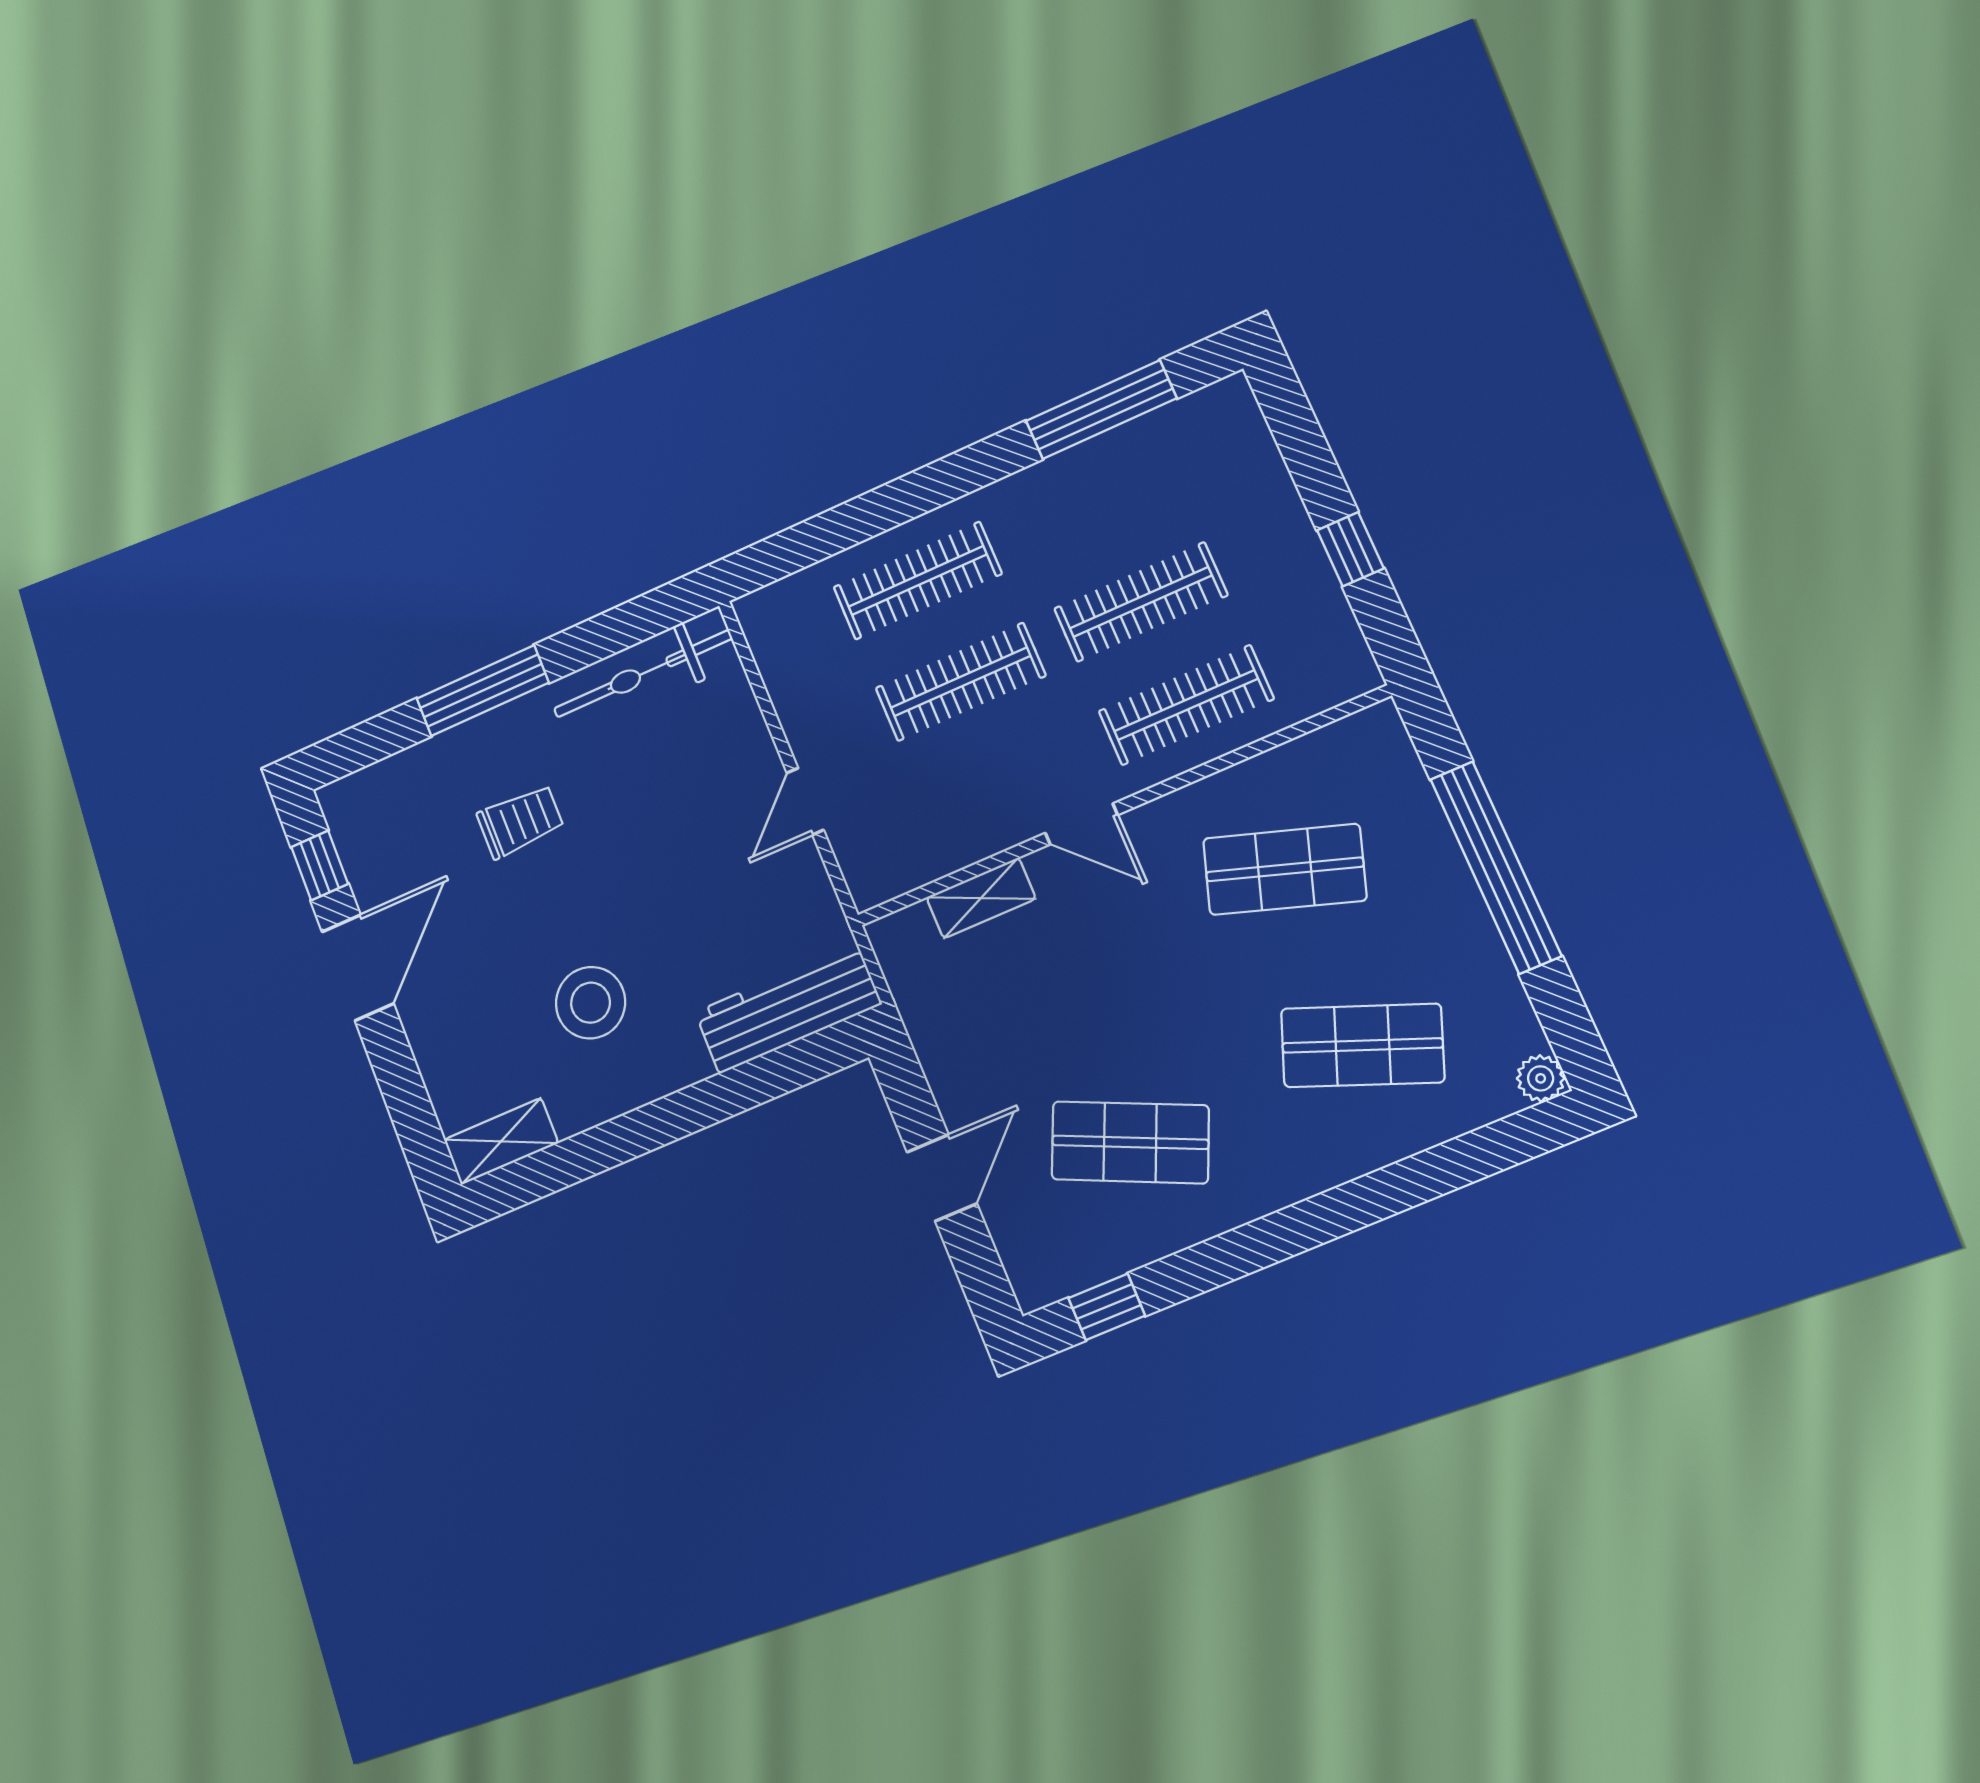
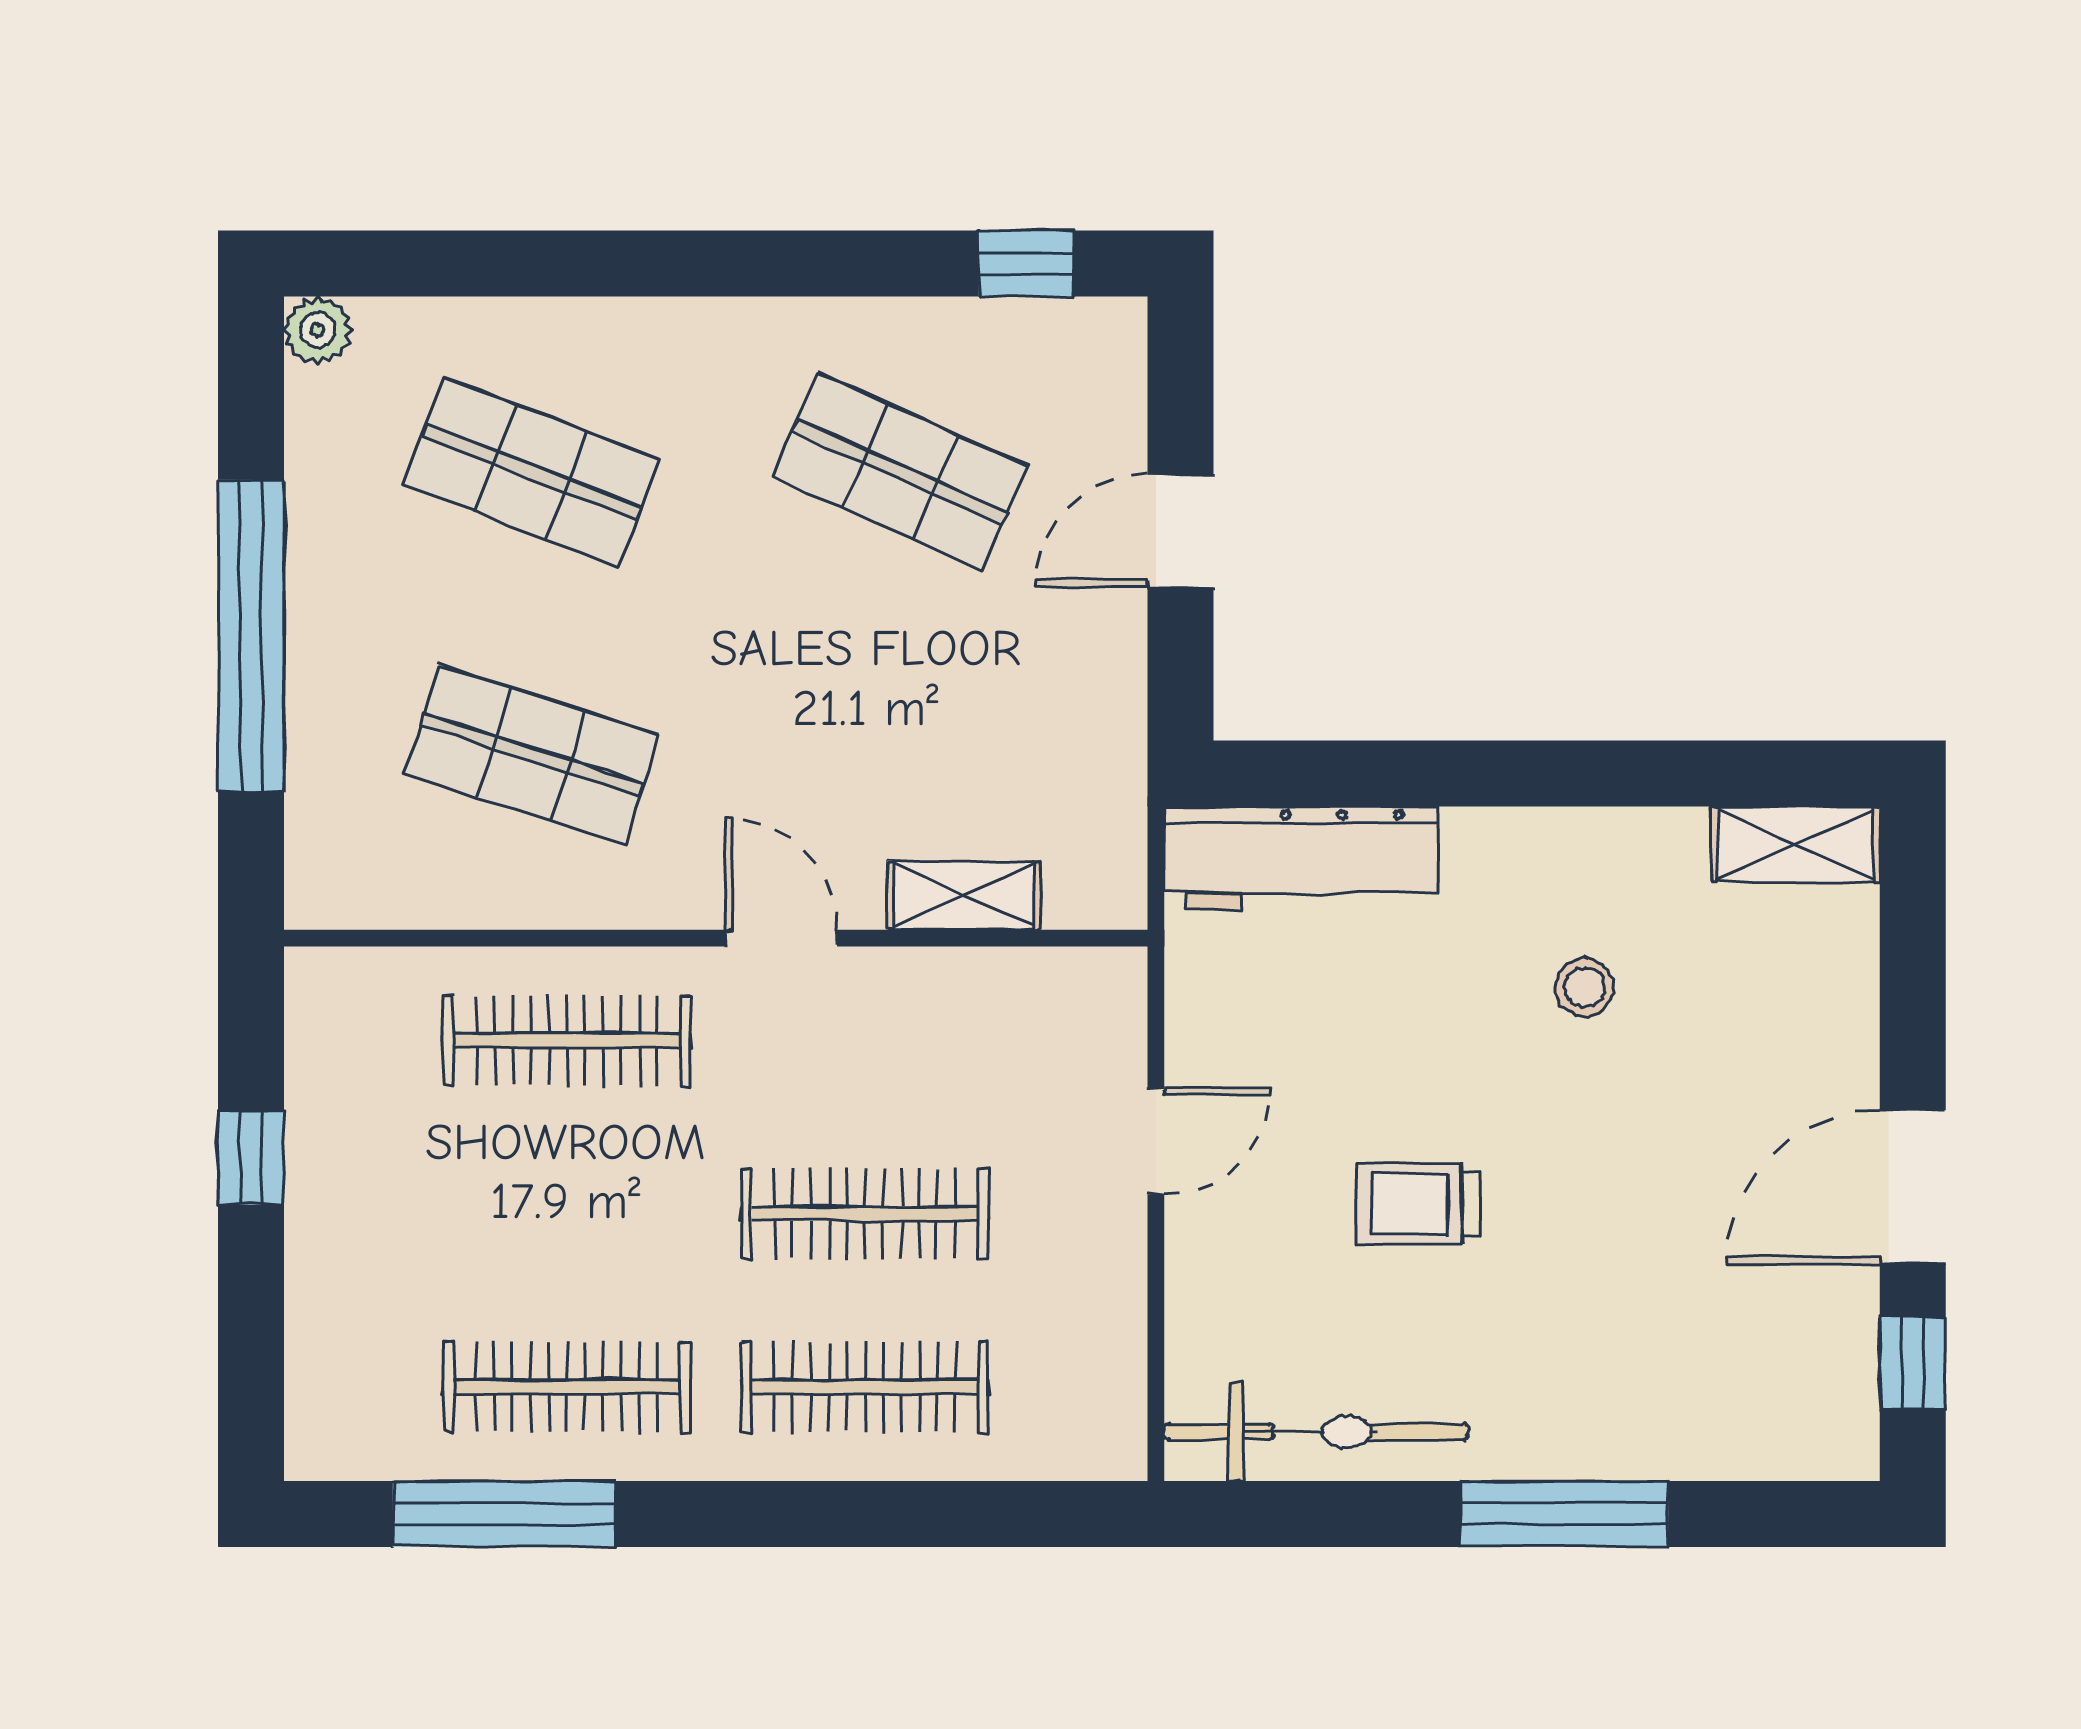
clothes rail: (1141, 602) -> (567, 1387), moved
trolley: (520, 821) -> (1418, 1204), moved
stool: (591, 1003) -> (1584, 987), width x0.53, depth x0.53

